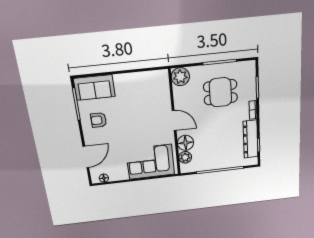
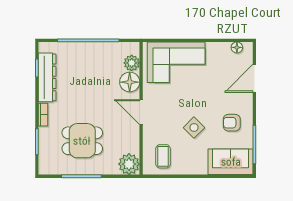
coffee table: (152, 86) -> (163, 156), added
side table: (129, 113) -> (194, 128), added
armchair: (99, 120) -> (232, 123), turned 180

